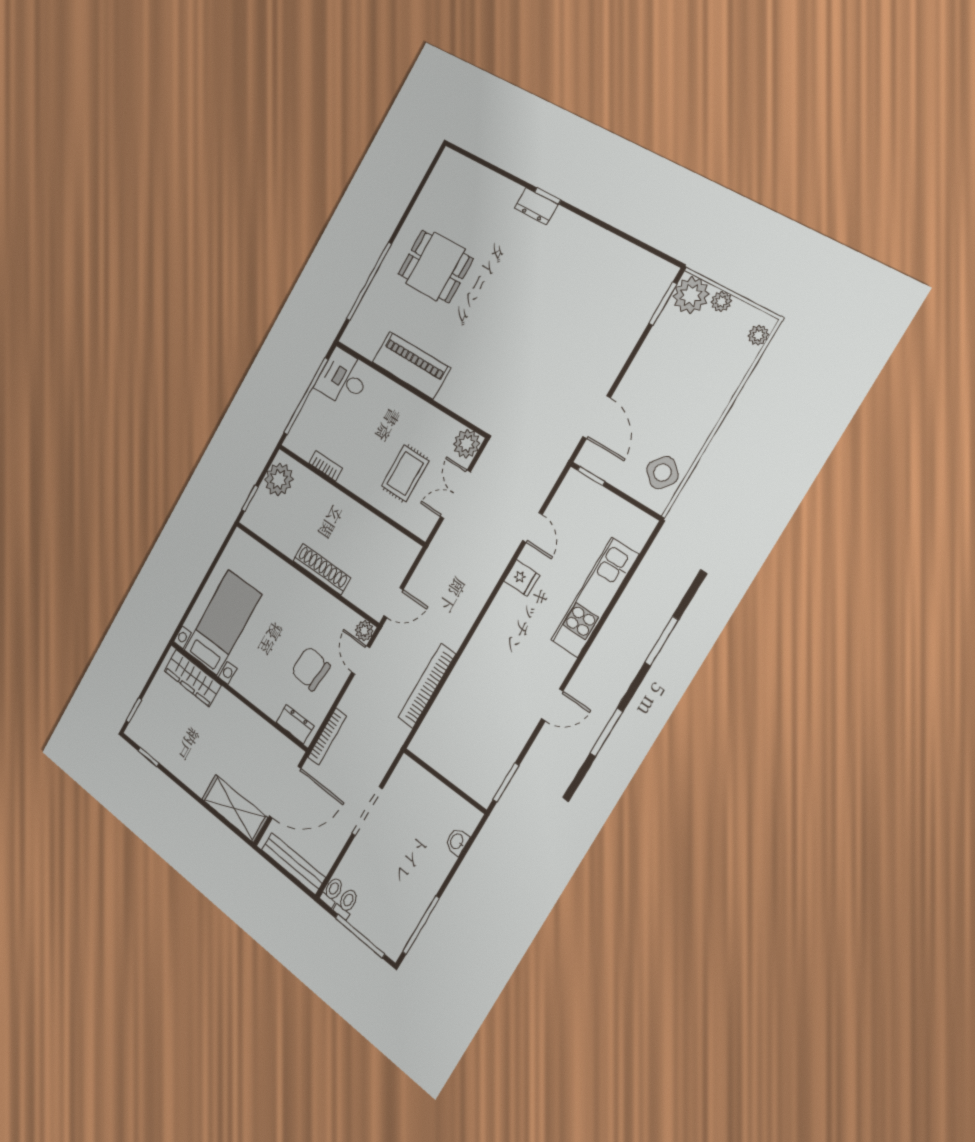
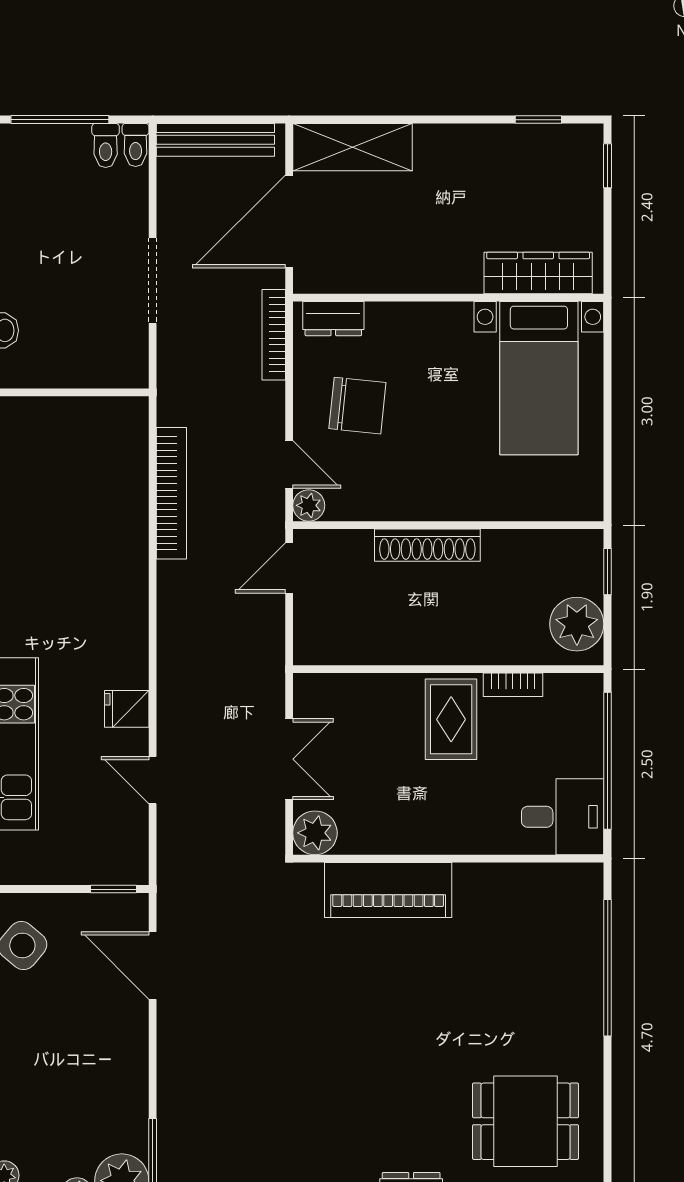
dining table: (435, 266) -> (526, 1121), moved
piano: (411, 365) -> (388, 890), moved
rug: (405, 473) -> (451, 719), moved

